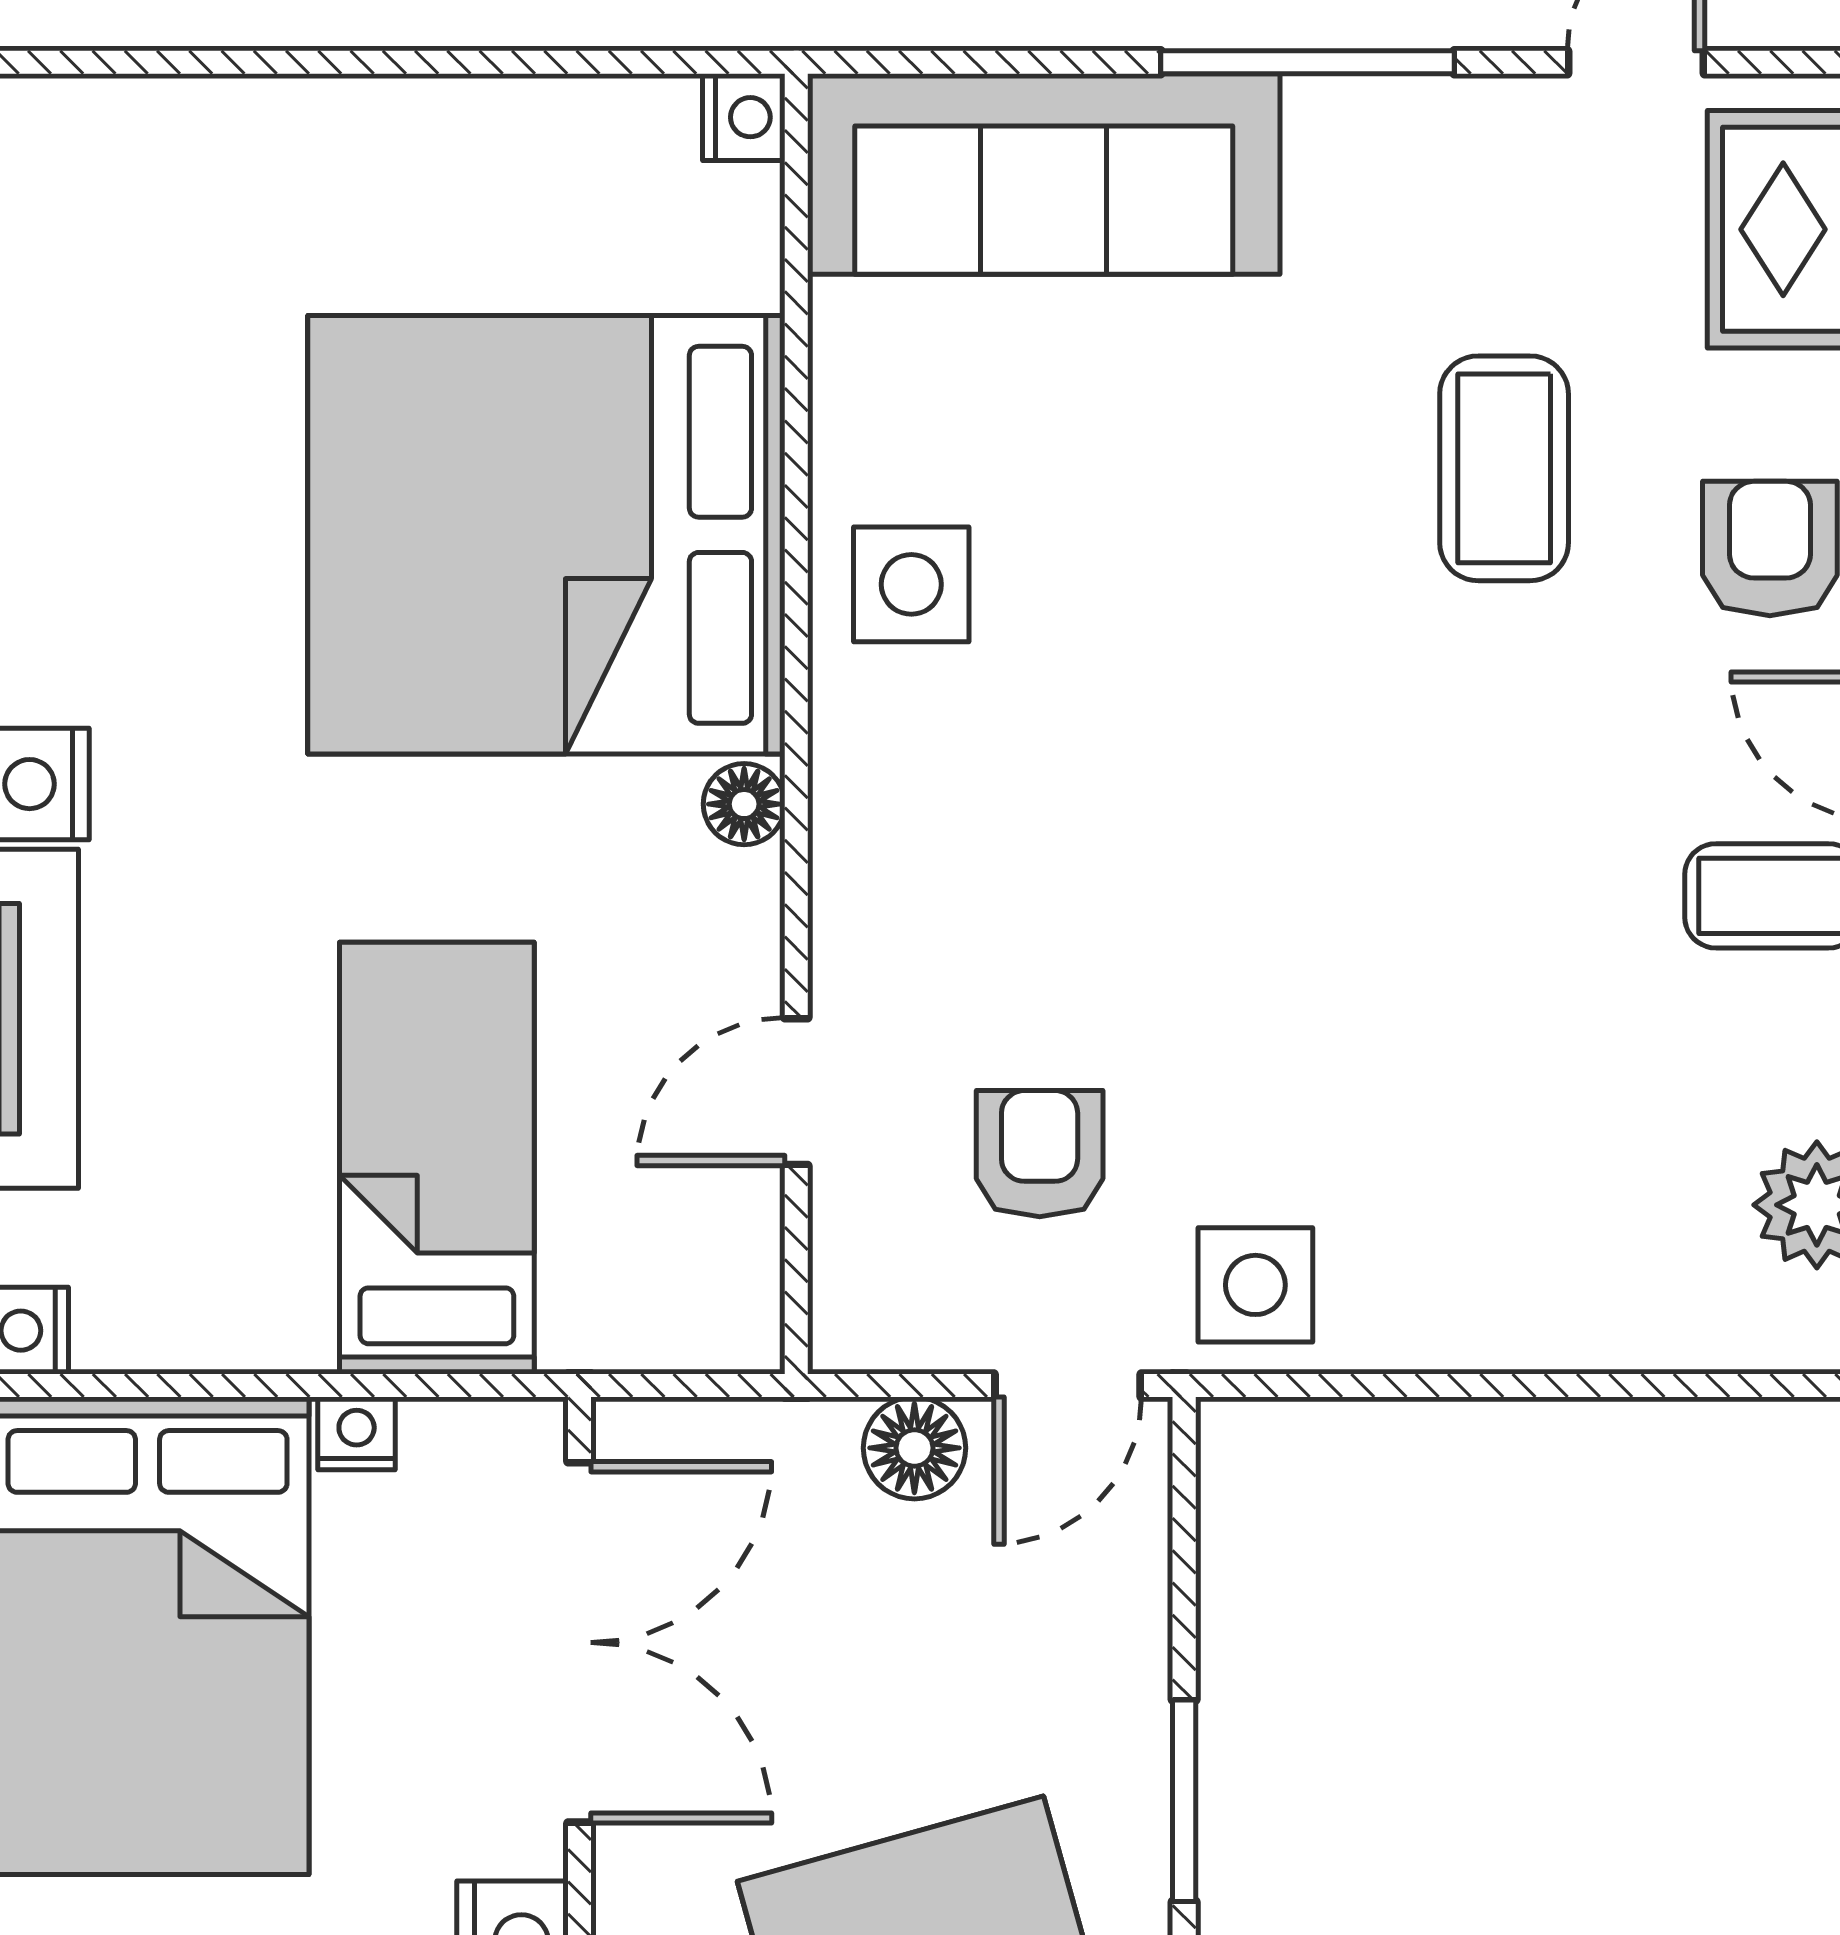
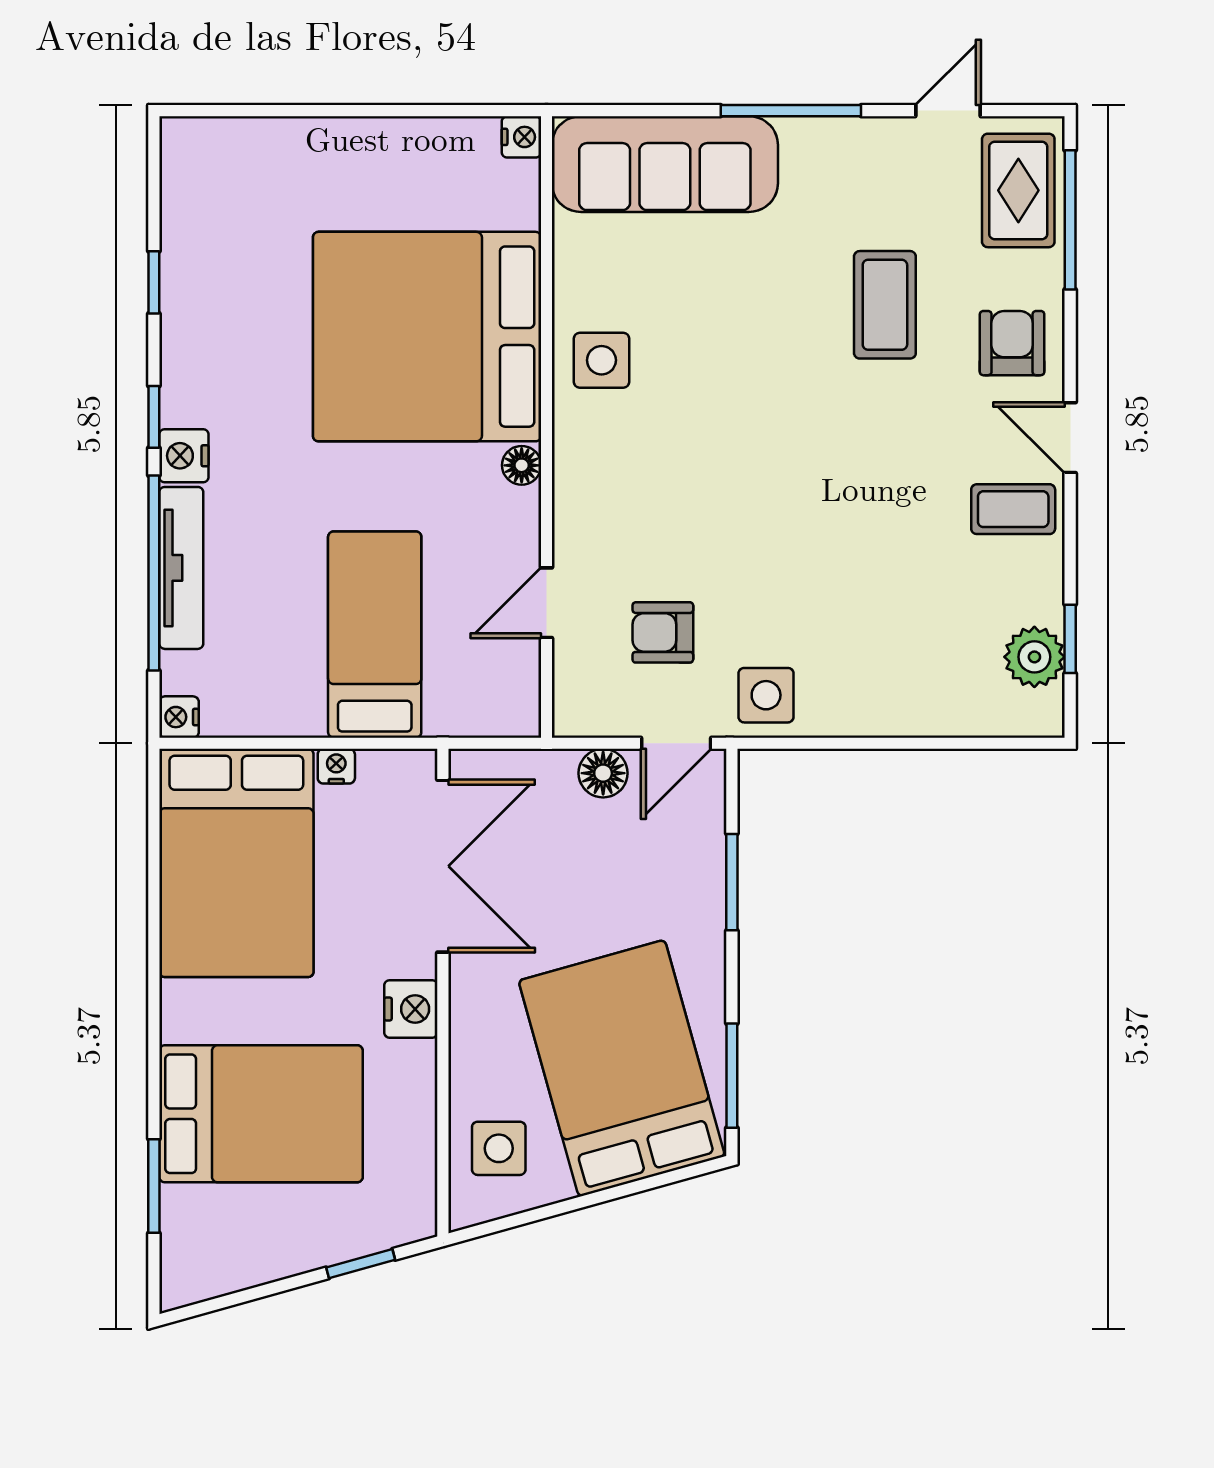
armchair: (1040, 1154) -> (663, 632), turned -90
window: (1184, 1801) -> (732, 882), moved

